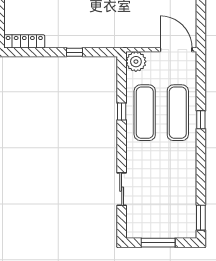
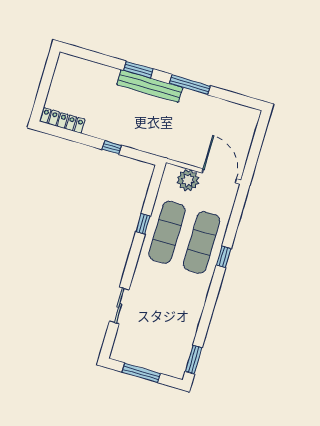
plant: (136, 62) -> (188, 180), moved

